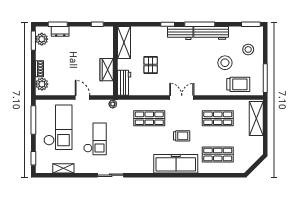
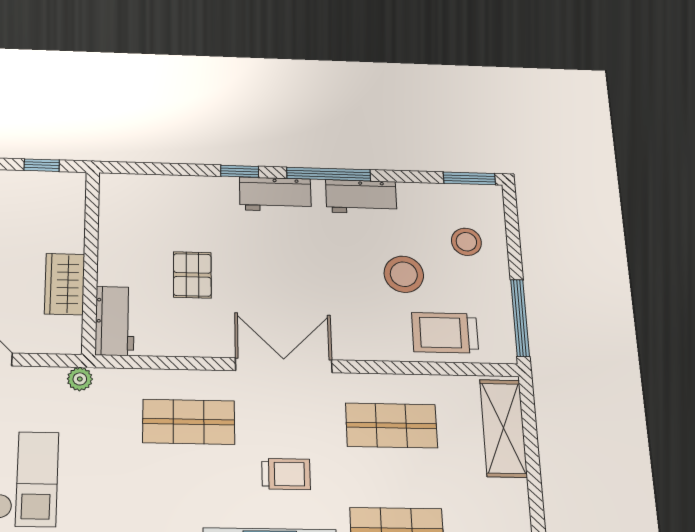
workbench: (211, 33) -> (361, 197), width x0.73
shelving: (124, 43) -> (117, 214), removed
trolley: (238, 84) -> (445, 333), turned 180
double door: (182, 98) -> (284, 365), width x1.37

